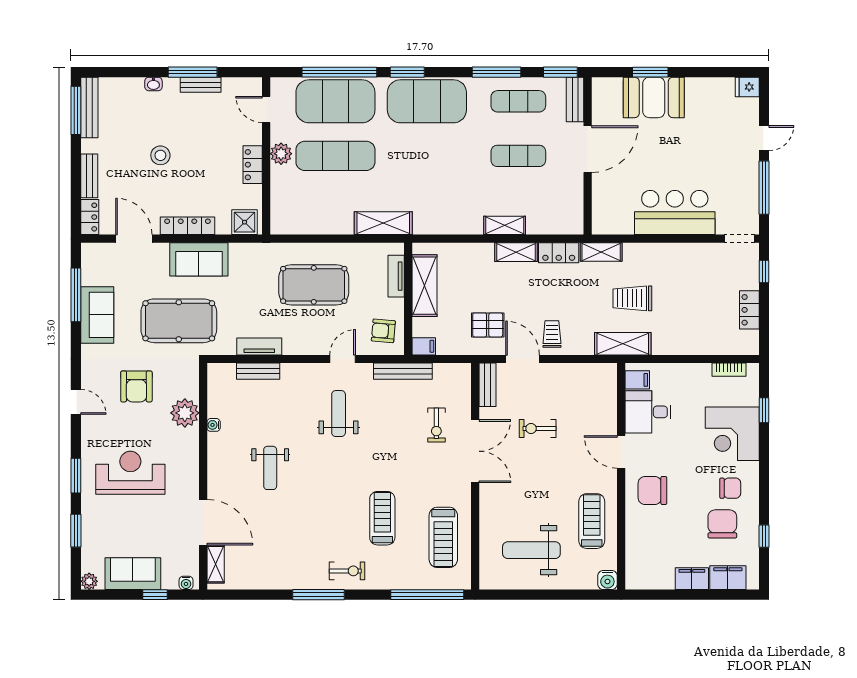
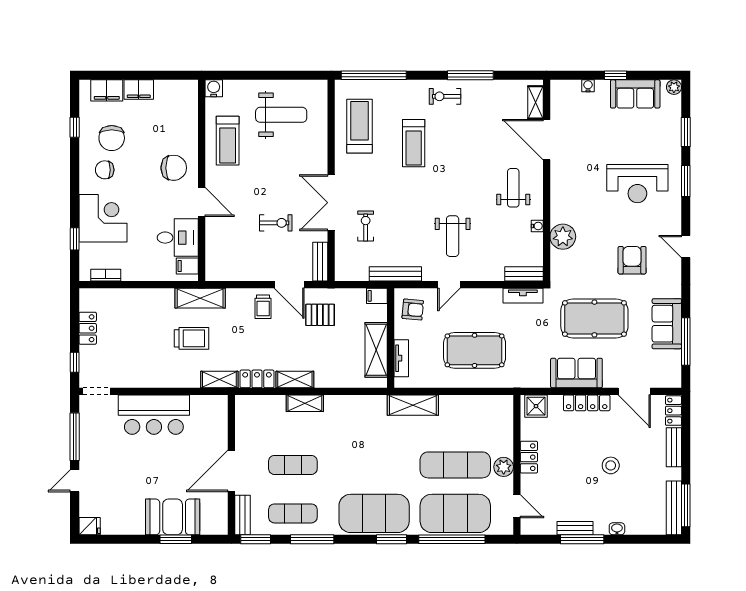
plant: (185, 413) -> (563, 237), moved
water cooler: (214, 425) -> (537, 226), moved
wall: (203, 476) -> (547, 180), moved
door: (203, 522) -> (547, 140), moved
shelving: (216, 564) -> (535, 102), moved

